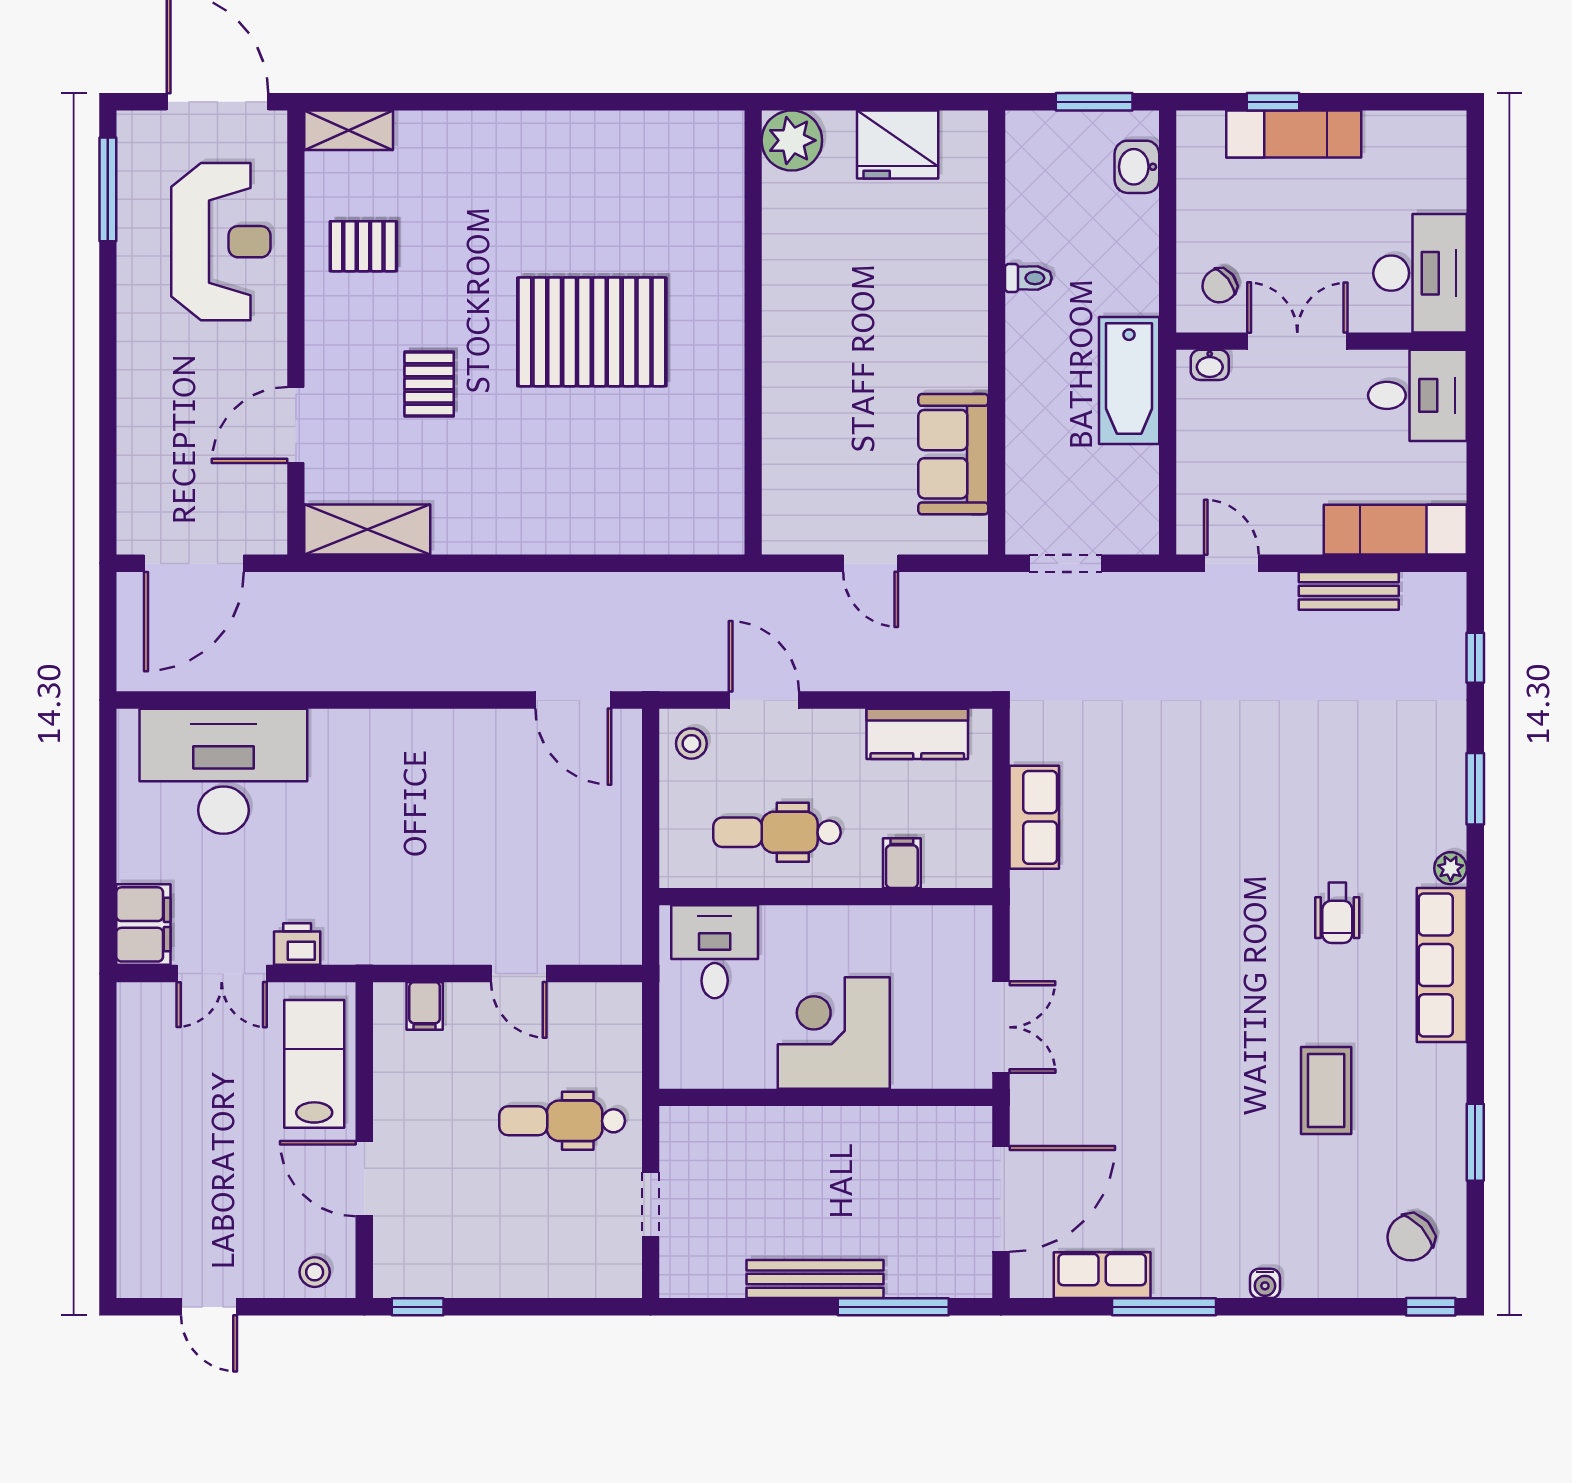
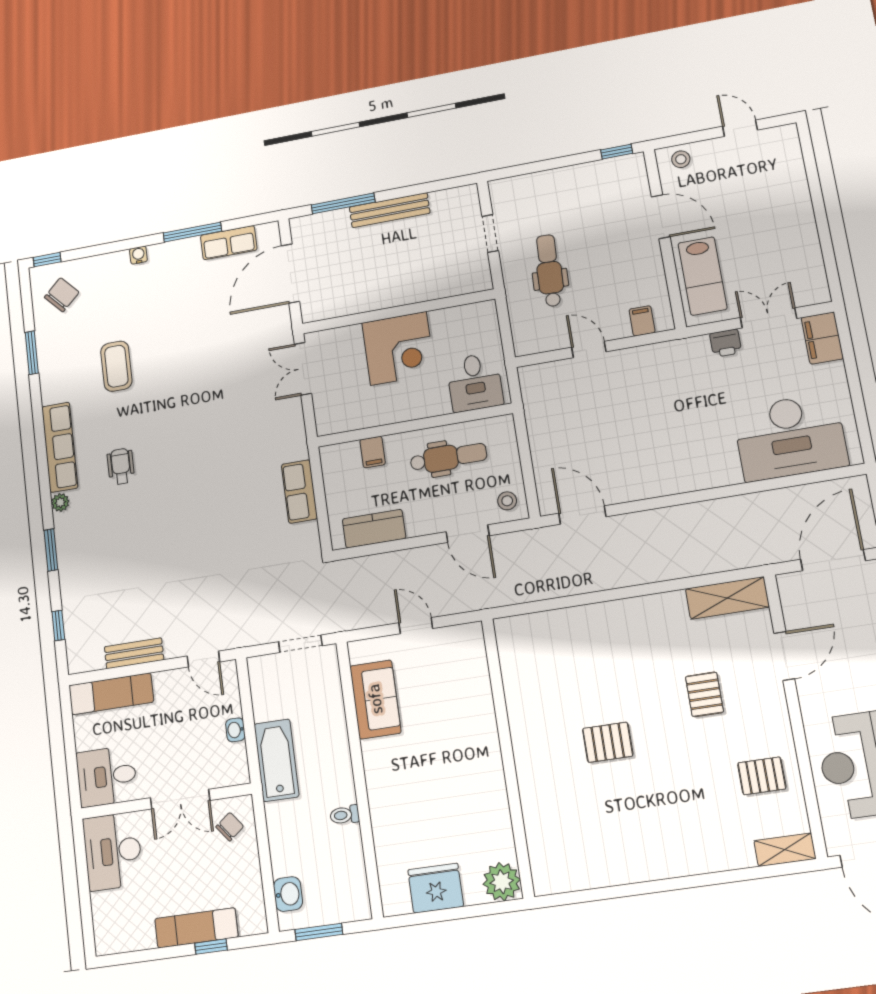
pallet: (592, 332) -> (608, 742), width x0.49, depth x0.50
washbasin: (1210, 365) -> (235, 730), moved, turned -90
dental chair: (562, 1121) -> (549, 271), turned -88

